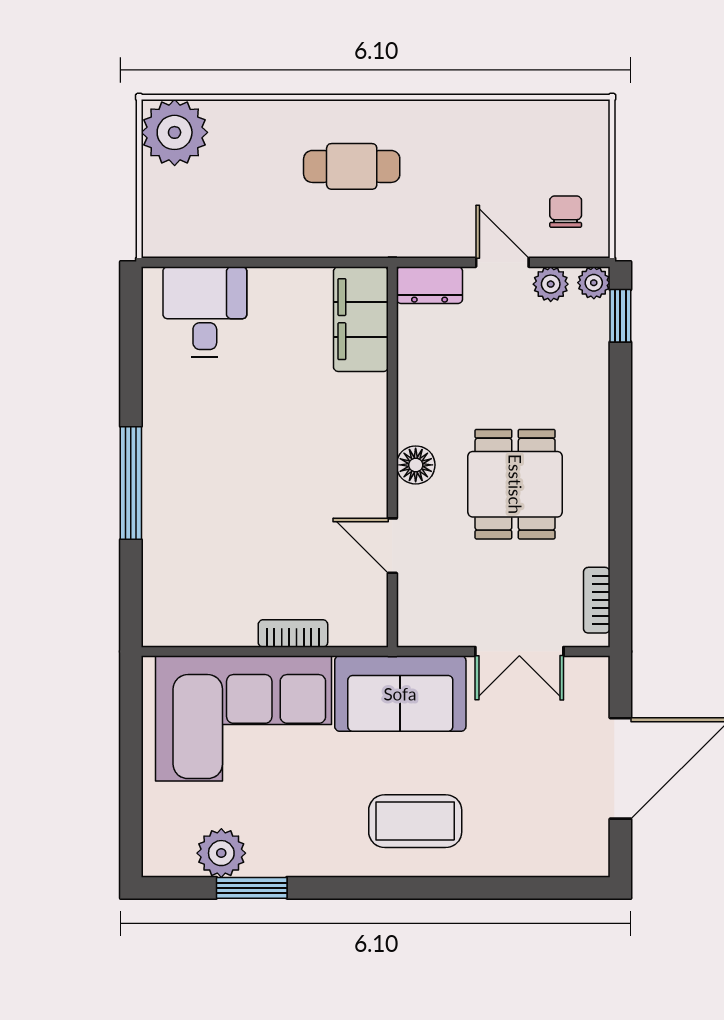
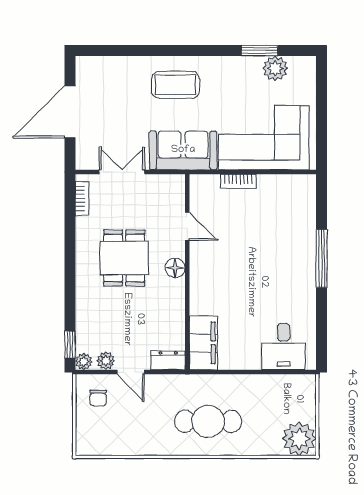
cafe table: (352, 166) -> (208, 421), width x1.37, depth x1.35

